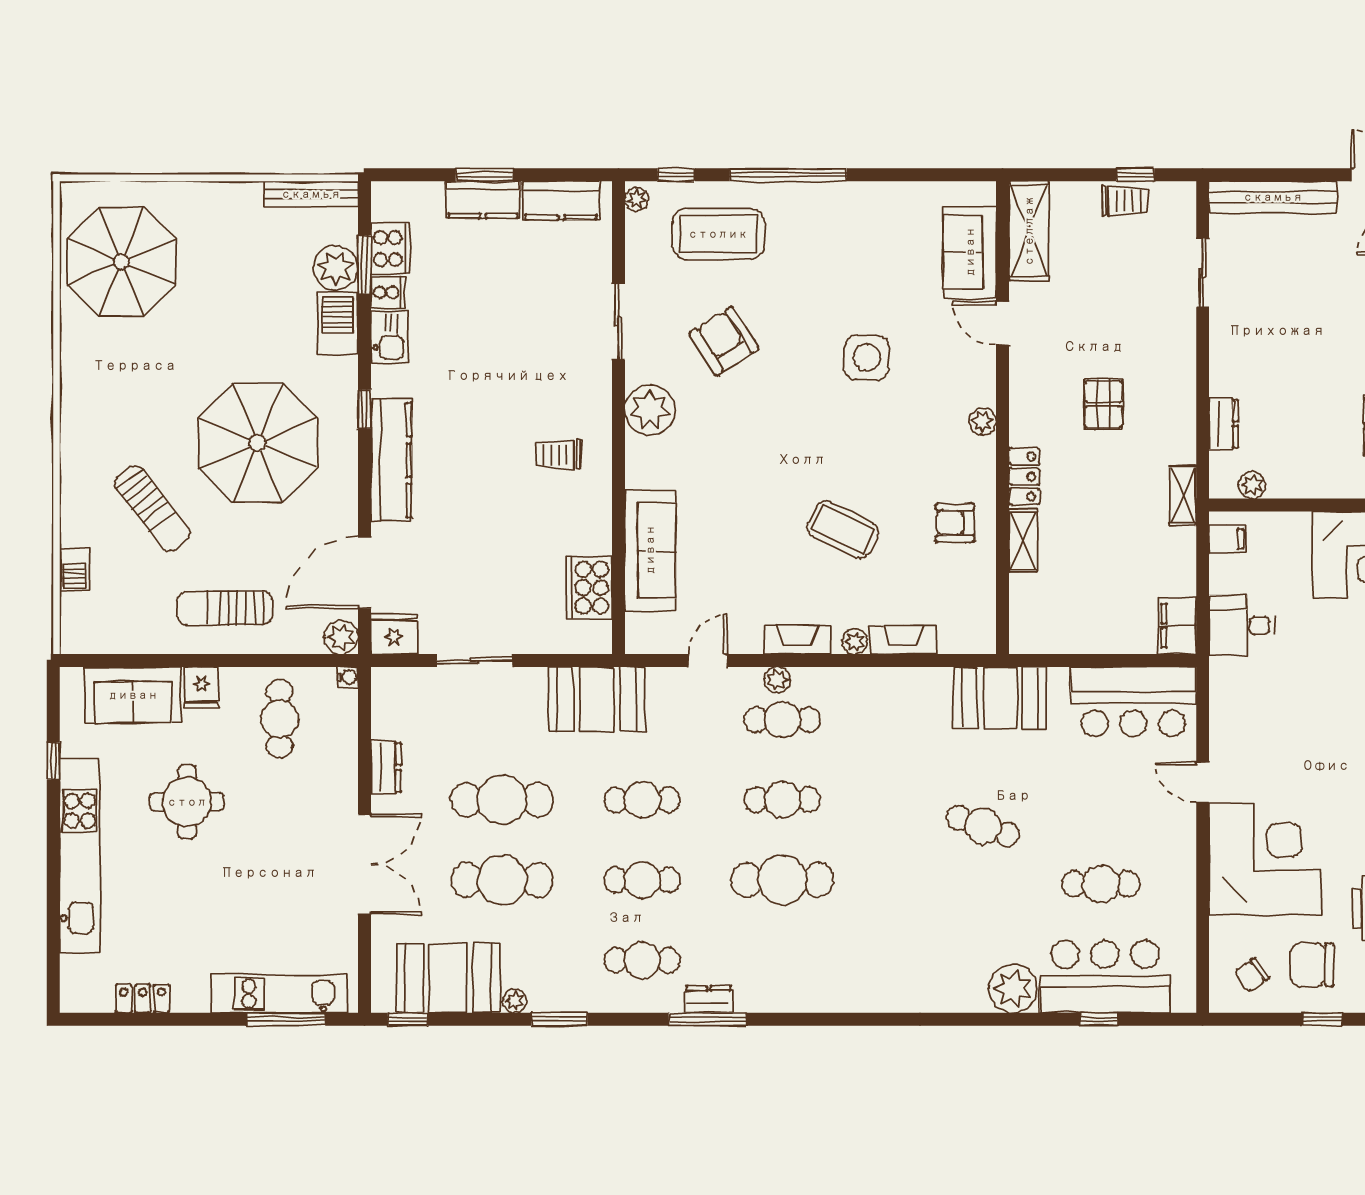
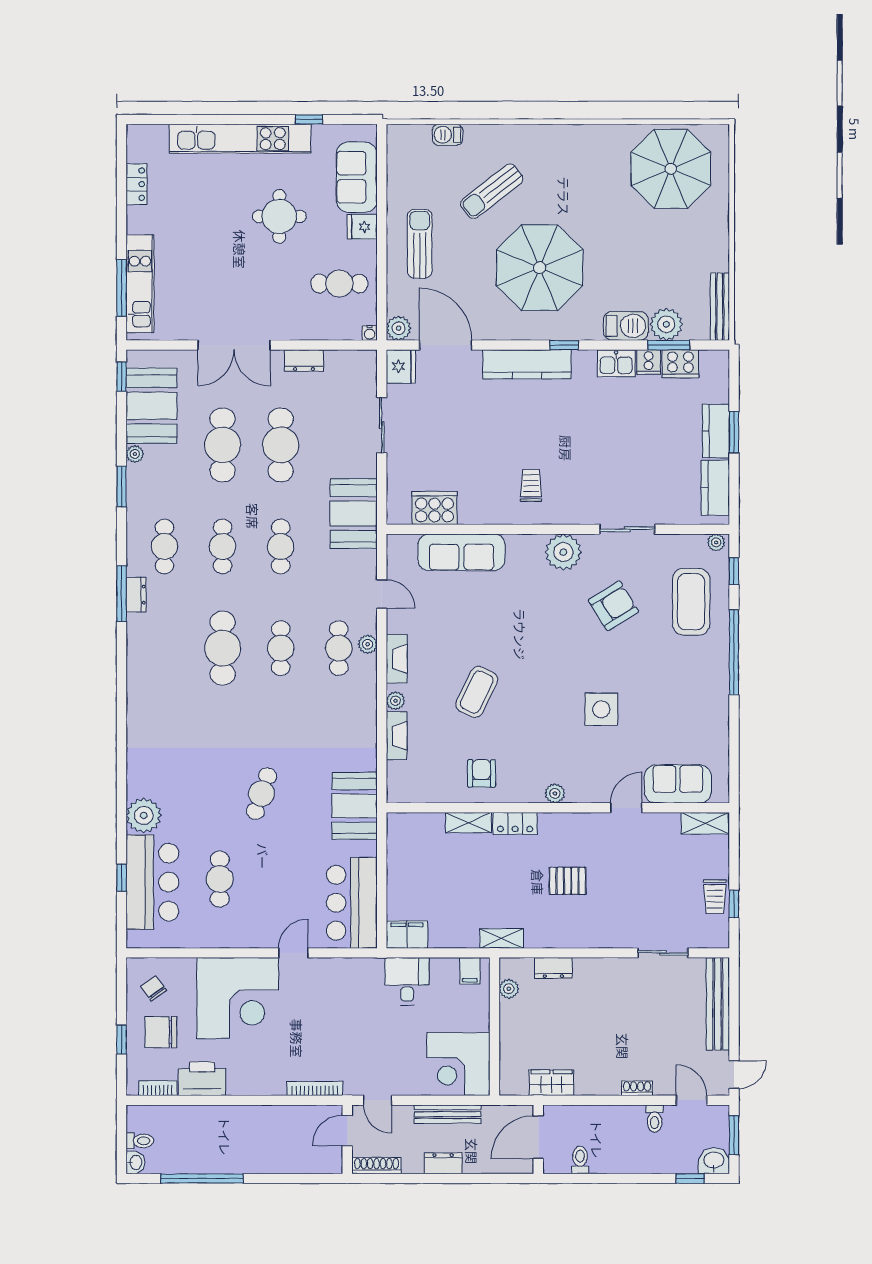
shelving: (1029, 231) -> (705, 823), width x0.67, depth x0.75
chair: (1312, 965) -> (161, 1032), turned -90

